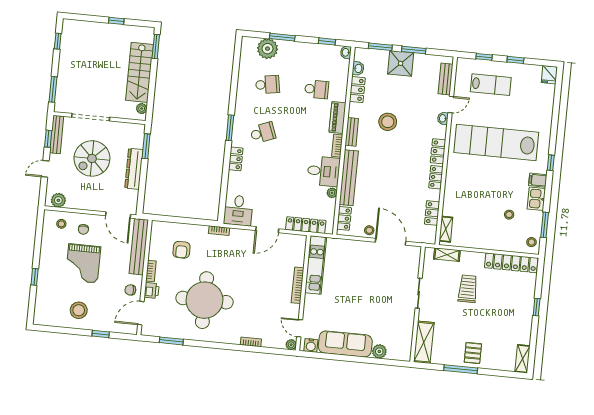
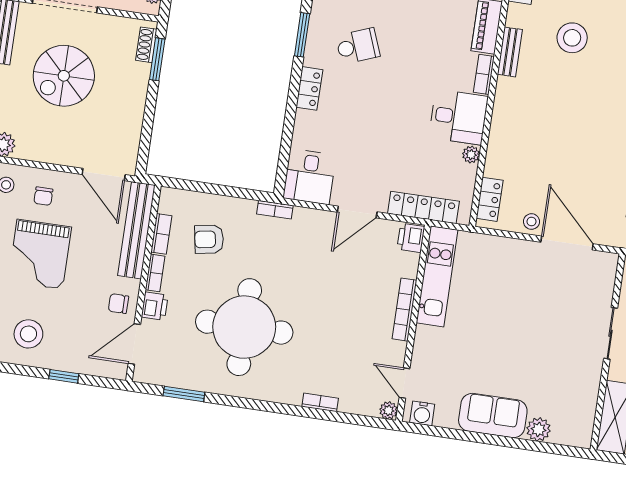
shoe rack: (139, 138) -> (146, 45), added
dresser: (134, 169) -> (135, 97), removed
bench: (349, 178) -> (501, 130), removed
printer: (299, 243) -> (411, 238), added
bookcase: (153, 248) -> (161, 234), added
armchair: (181, 250) -> (209, 239), turned 80
sofa: (345, 344) -> (493, 416), width x0.73

